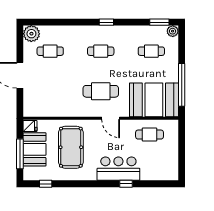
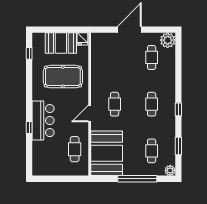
window: (159, 22) -> (178, 146), moved
window: (182, 85) -> (137, 179), moved
cafe table: (101, 91) -> (115, 104), width x0.73, depth x0.74
window: (20, 154) -> (57, 30), removed

